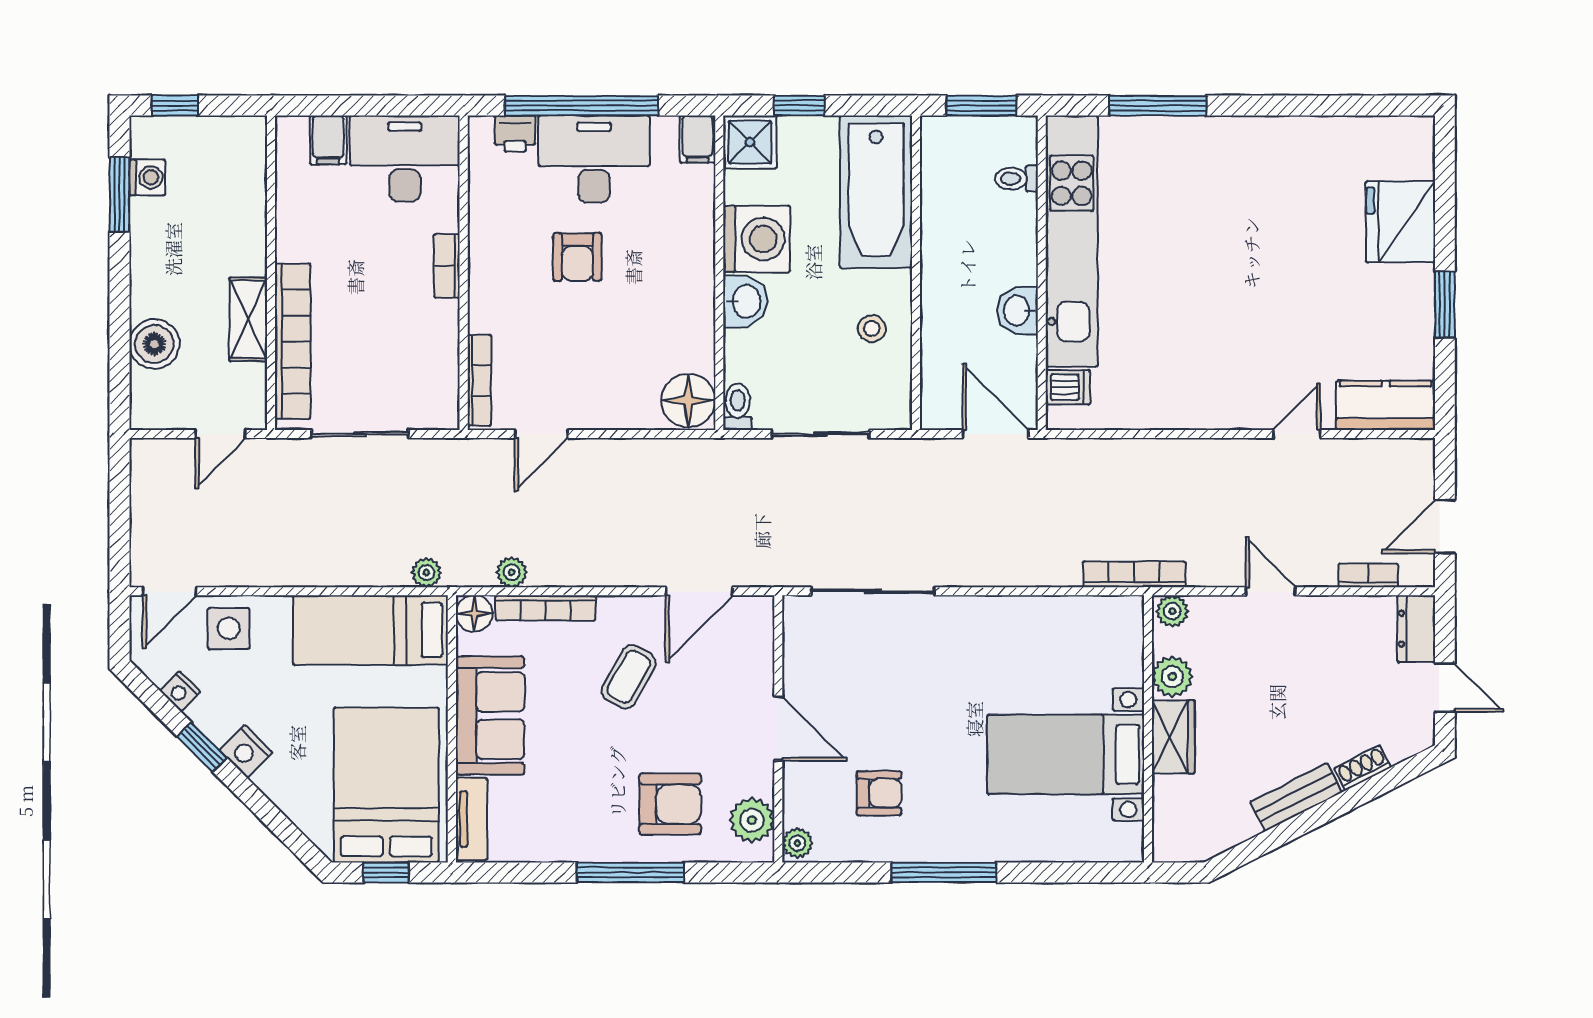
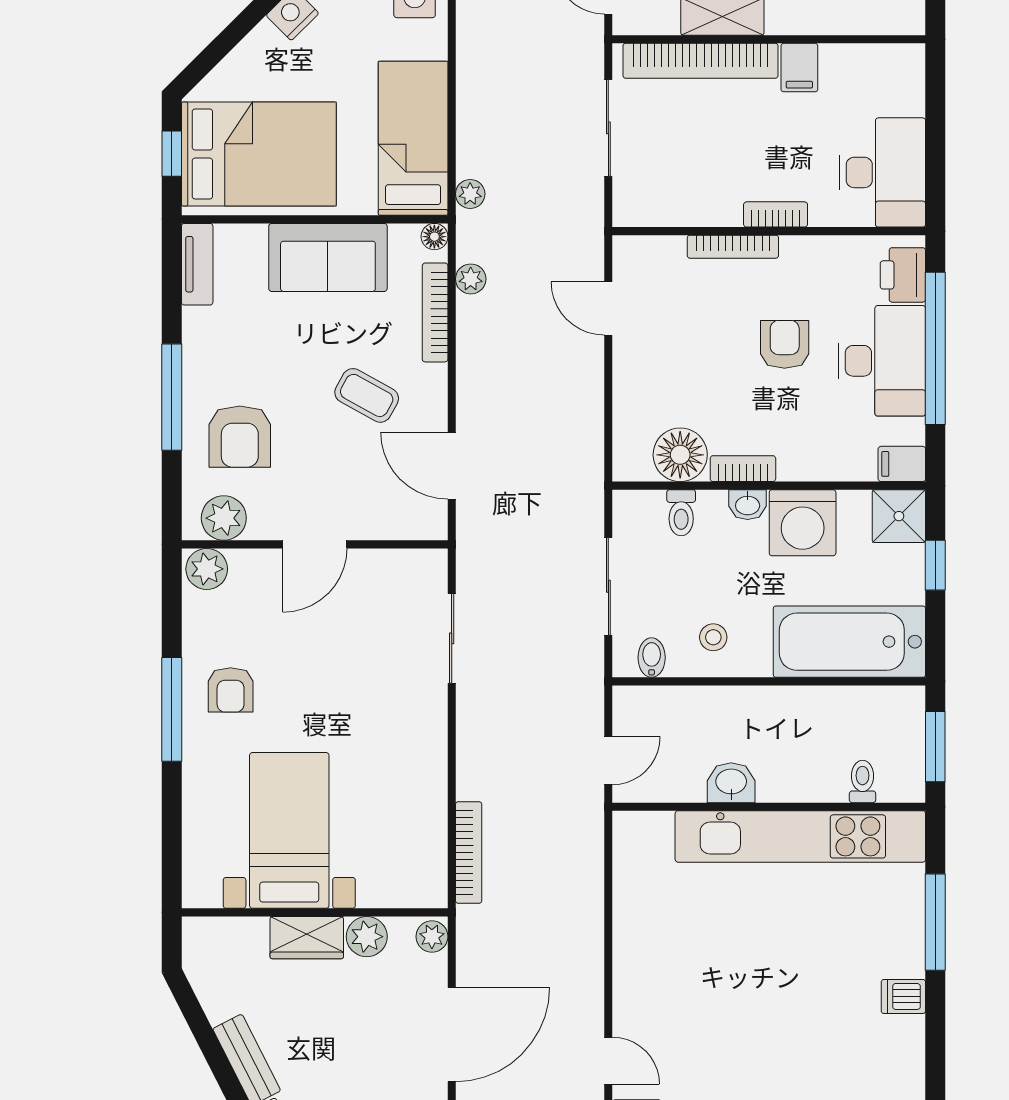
printer: (515, 134) -> (903, 275), width x1.36, depth x1.24
filing cabinet: (328, 140) -> (799, 68), moved, turned -90
armchair: (577, 257) -> (785, 344), turned 90
bookcase: (702, 299) -> (743, 469), added
washbasin: (745, 301) -> (748, 505), width x0.72, depth x0.69
bookcase: (479, 380) -> (733, 247), moved
dishwasher: (1068, 387) -> (903, 996), moved, turned 90
bidet: (892, 390) -> (652, 658), added
floor lamp: (688, 401) -> (680, 455), moved
toilet: (738, 407) -> (681, 513), moved, turned 90
door: (996, 434) -> (608, 761), width x0.73
bookcase: (1134, 574) -> (469, 852), moved
sliding door: (873, 591) -> (452, 638), width x0.73
door: (1271, 591) -> (452, 1034), width x1.88
floor lamp: (474, 614) -> (434, 237), width x0.73, depth x0.73
armchair: (879, 793) -> (231, 690), moved
tv unit: (472, 819) -> (197, 264), moved, turned -90
plant: (797, 843) -> (207, 569), width x1.38, depth x1.38

